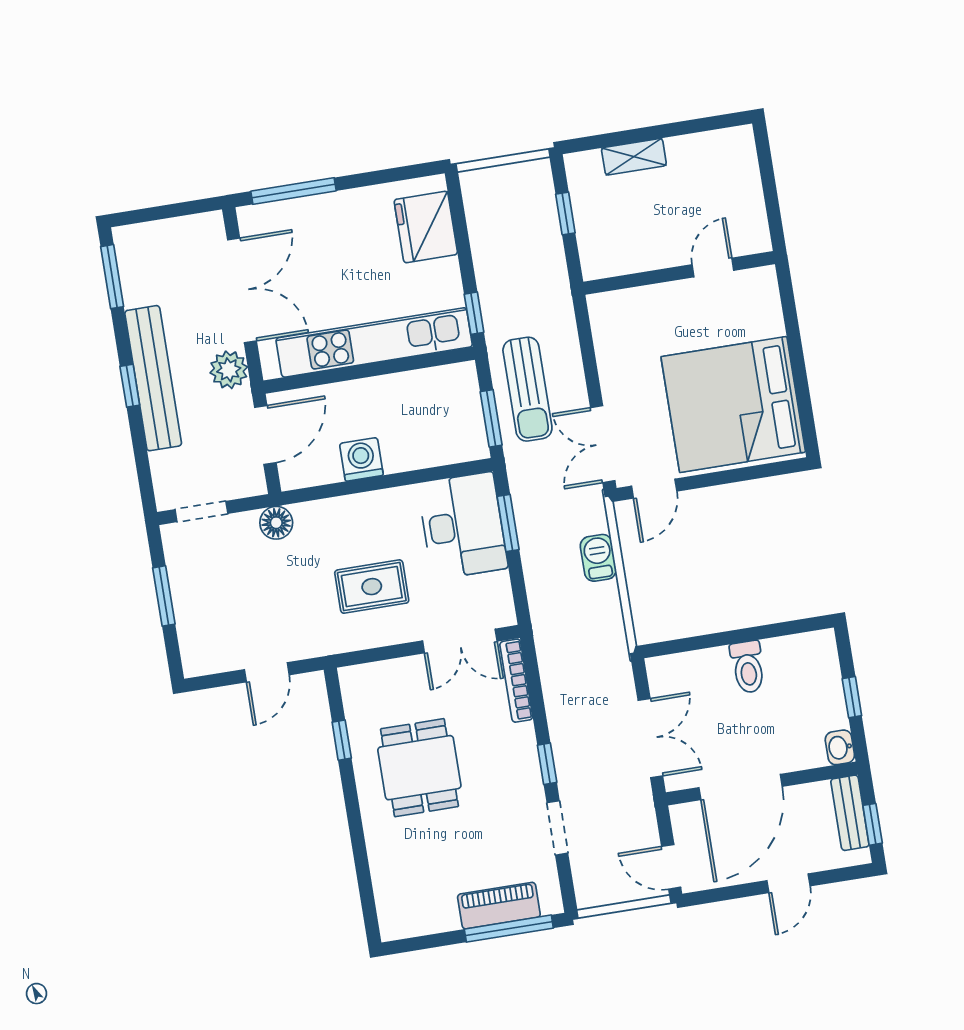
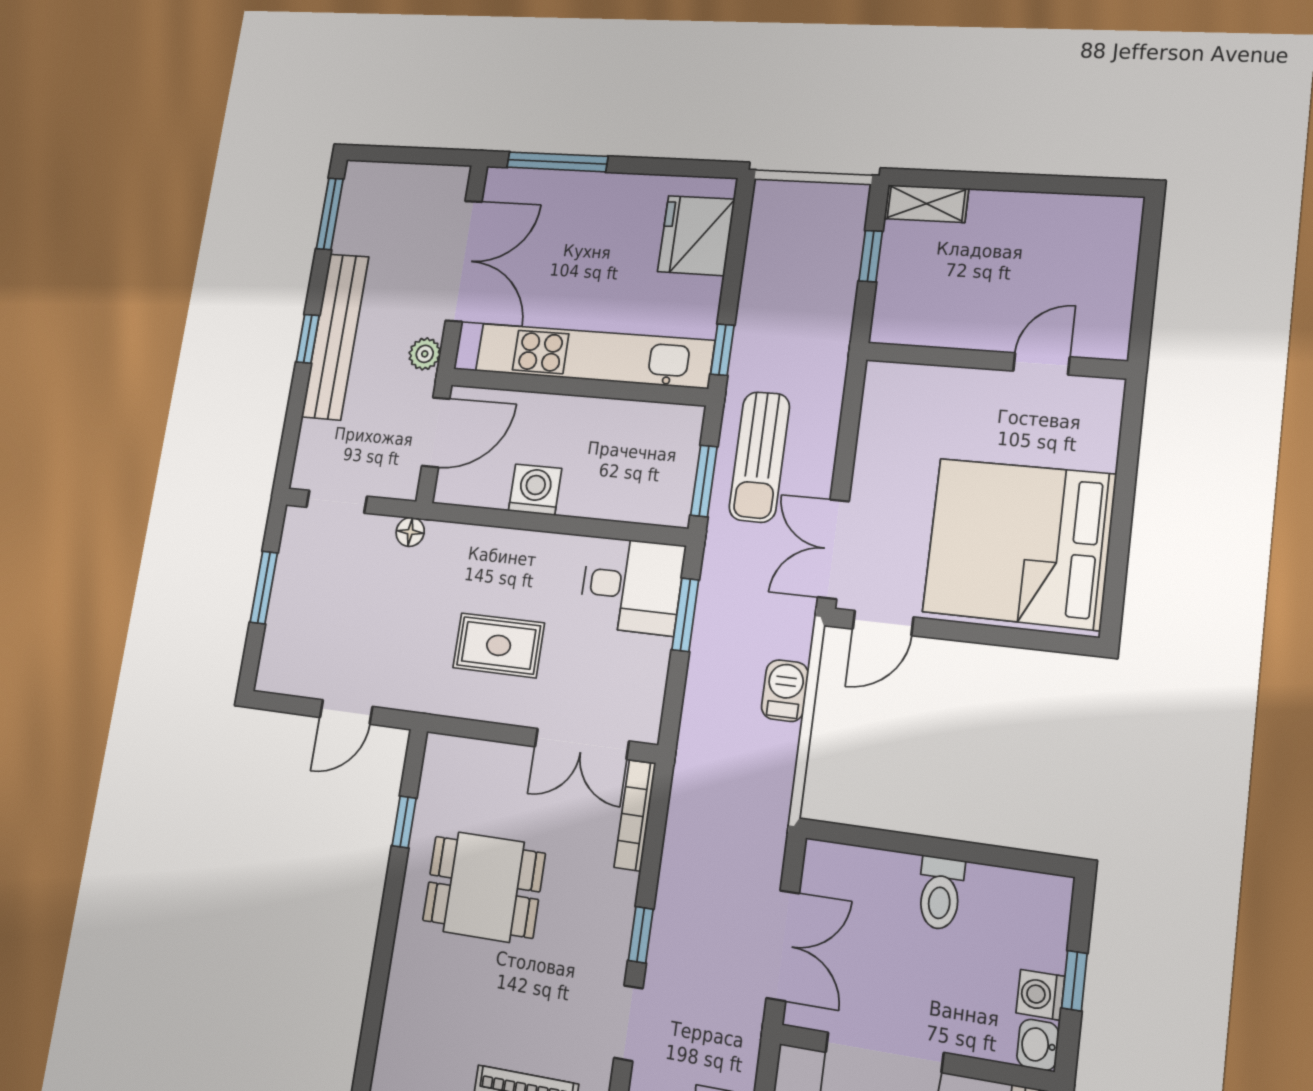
shelving: (634, 157) -> (926, 204), moved
plant: (229, 370) -> (425, 354), width x0.73, depth x0.73
floor lamp: (276, 523) -> (410, 532), width x0.73, depth x0.73
desk: (463, 526) -> (632, 586), width x0.73
washing machine: (833, 714) -> (1040, 995), added
dining table: (419, 768) -> (484, 887), turned 90

